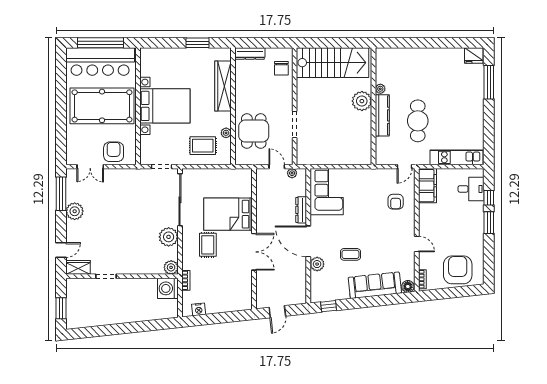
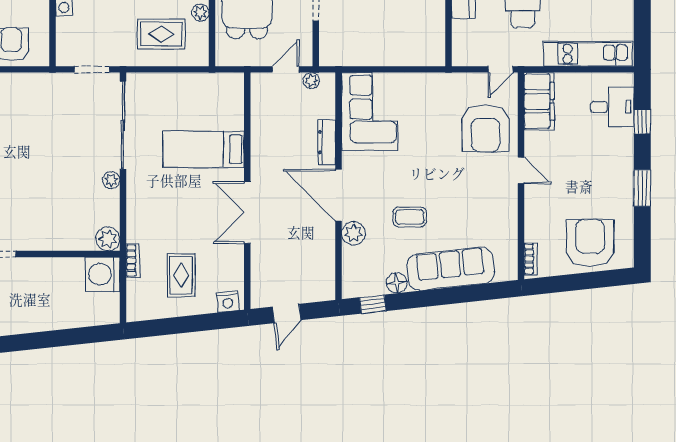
door: (277, 167) -> (286, 69), hinge flipped
armchair: (396, 202) -> (486, 128), width x1.88, depth x1.88
bed: (228, 214) -> (204, 149), width x0.67
window: (489, 223) -> (642, 188), moved
plant: (169, 237) -> (111, 180), width x0.53, depth x0.53
door: (417, 244) -> (521, 170), moved
rug: (208, 245) -> (181, 275), moved
double door: (254, 252) -> (247, 213), swing flipped
floor lamp: (408, 286) -> (397, 283), moved
nightstand: (199, 309) -> (228, 302), moved

